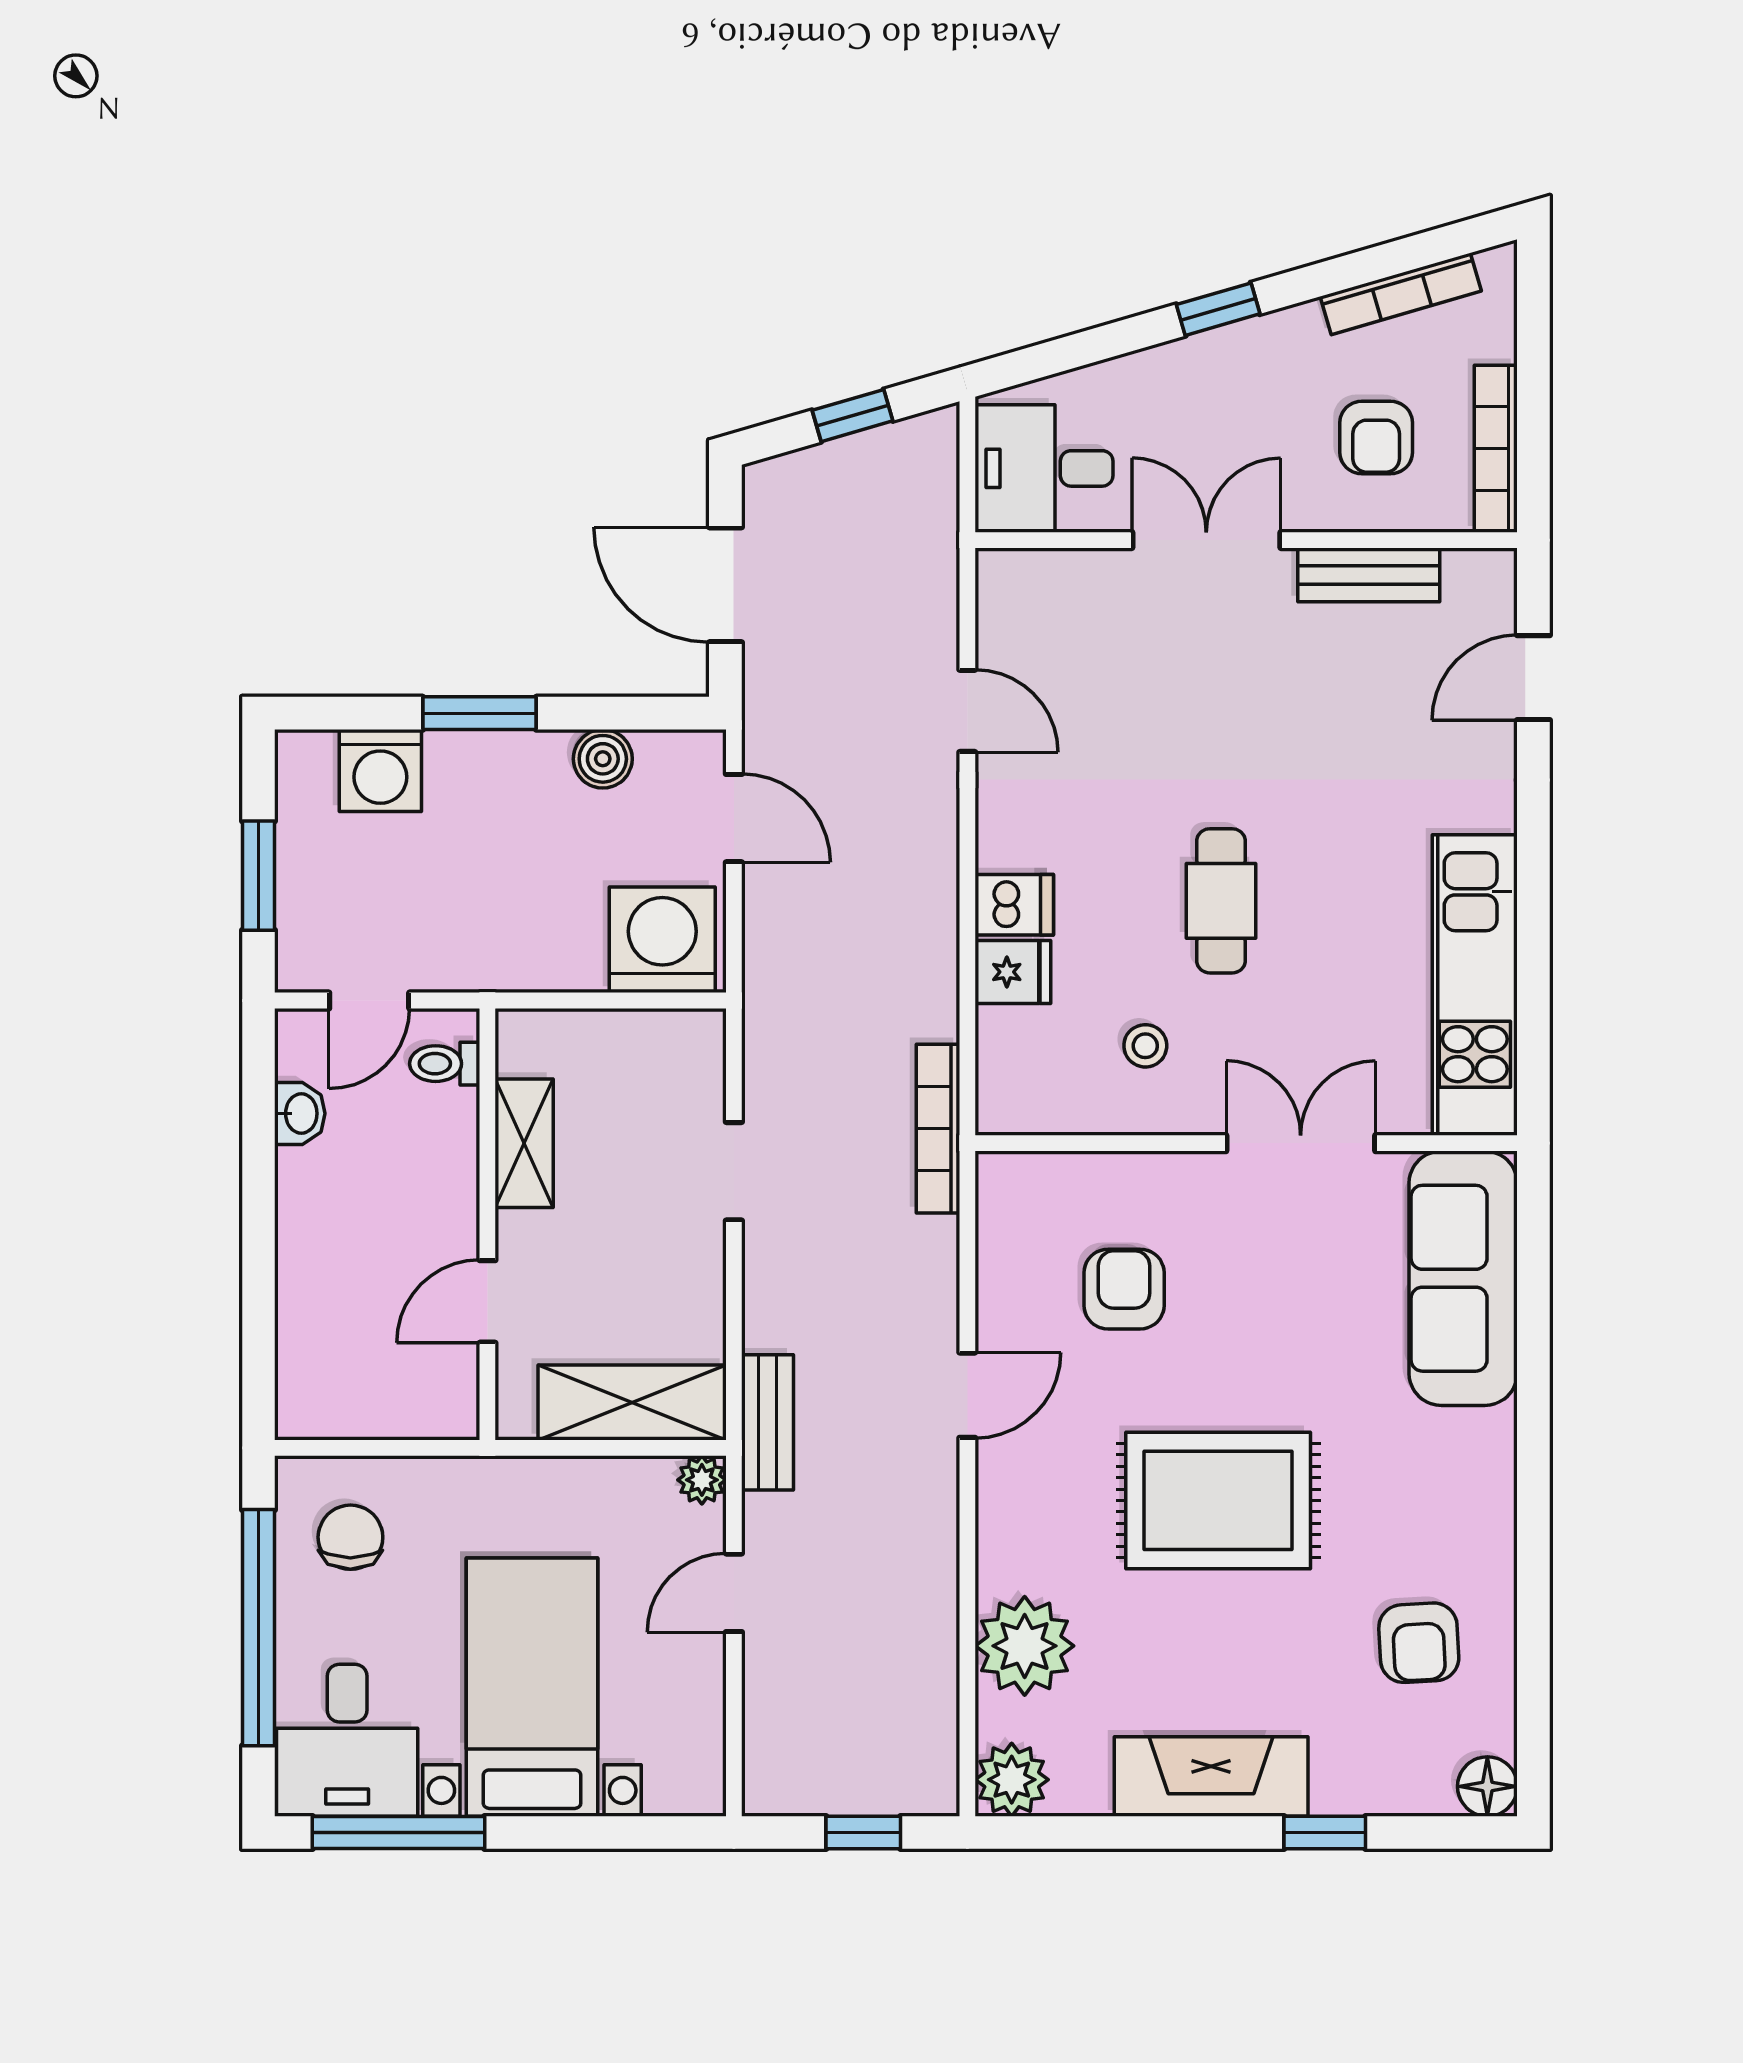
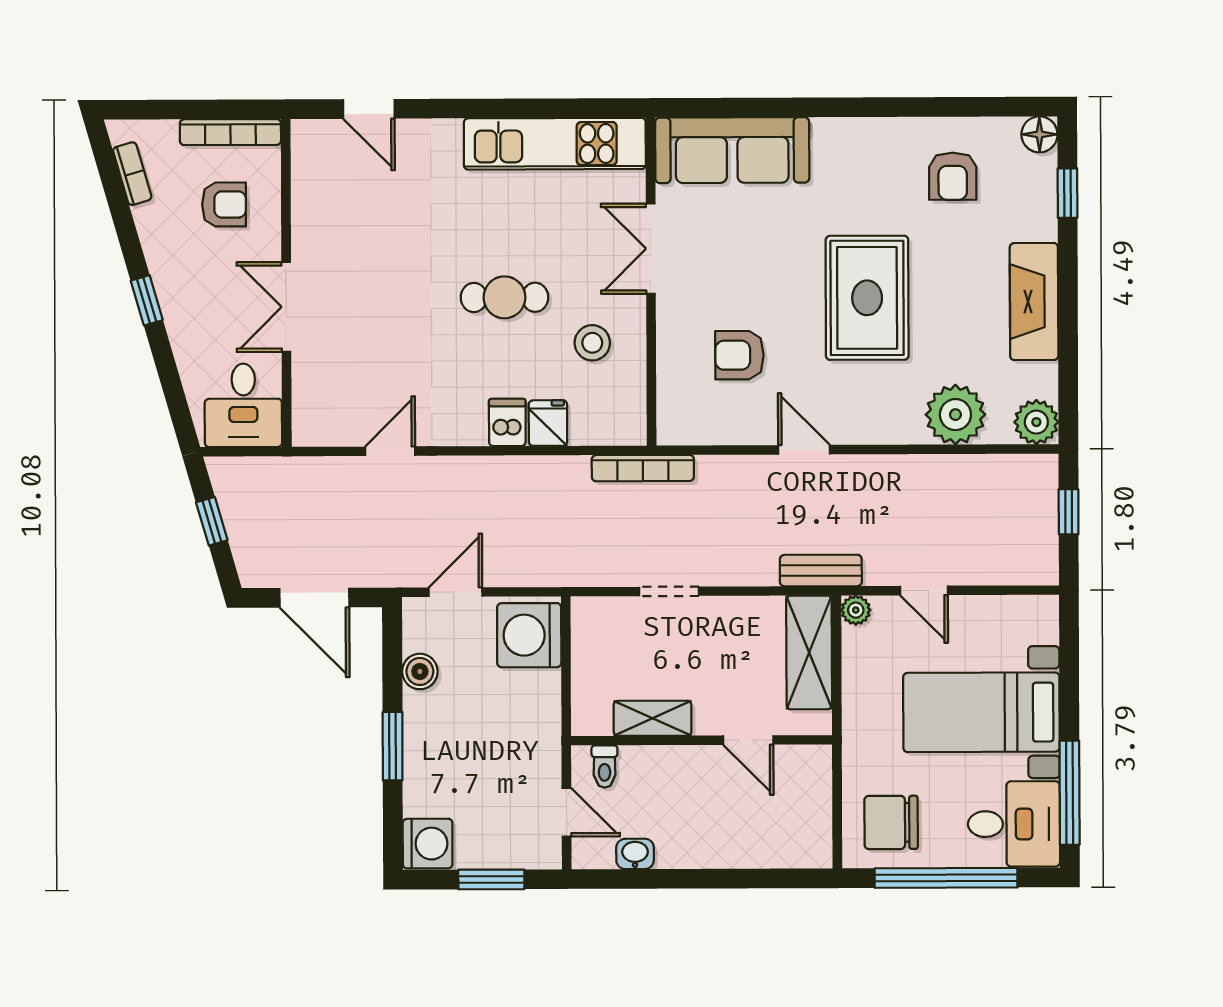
bookcase: (1401, 294) -> (132, 174), width x0.64
bench: (1369, 575) -> (307, 209), removed
door: (725, 585) -> (314, 598), hinge flipped
washing machine: (380, 770) -> (428, 844), moved
stool: (1145, 1046) -> (592, 343), width x1.37, depth x1.37
chair: (350, 1537) -> (891, 822), width x1.37, depth x1.37
armchair: (1419, 1643) -> (953, 176), turned 93
window: (1325, 1832) -> (1067, 193), moved

